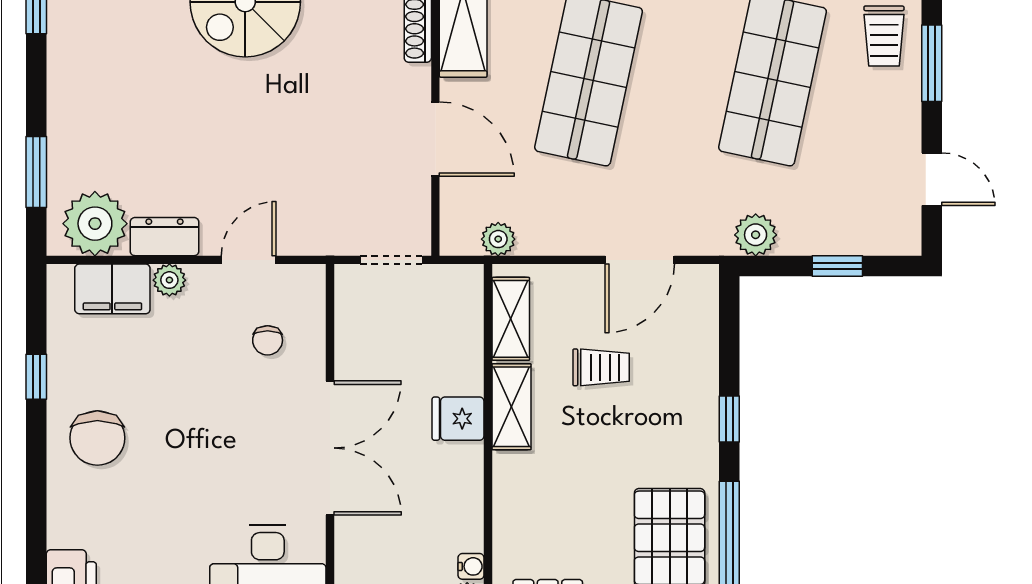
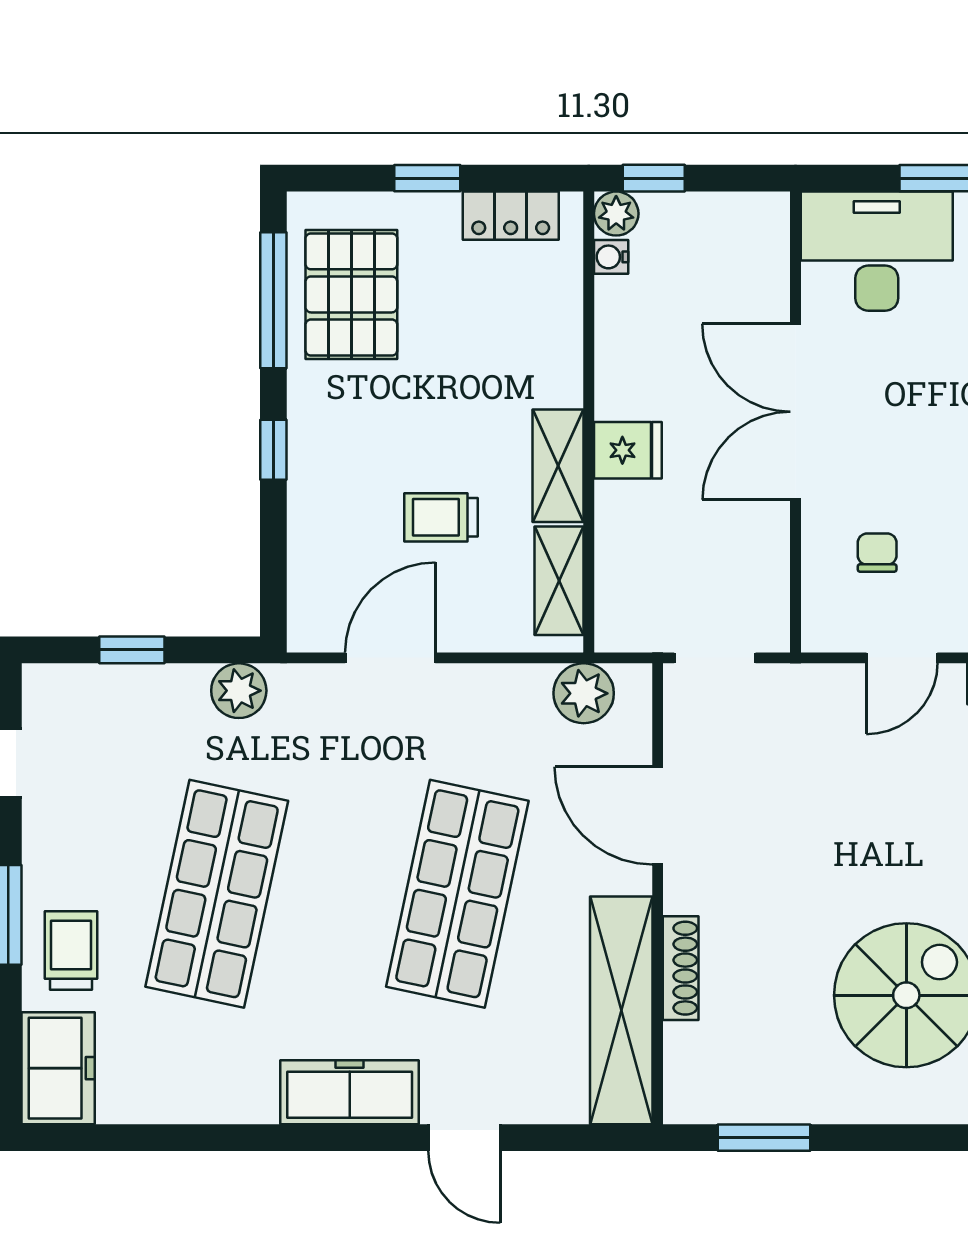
plant: (498, 239) -> (584, 693), width x1.38, depth x1.38

